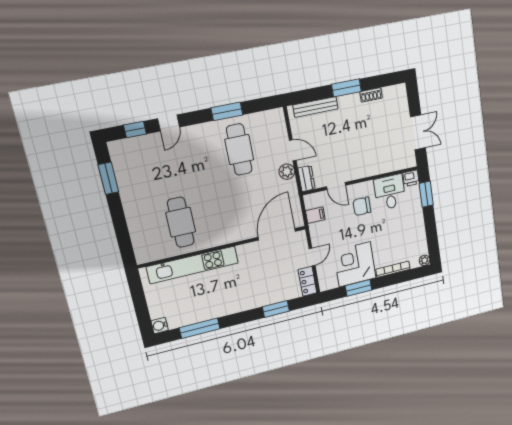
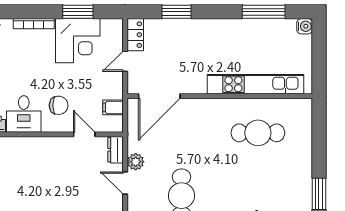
cafe table: (181, 222) -> (258, 133), turned 90

